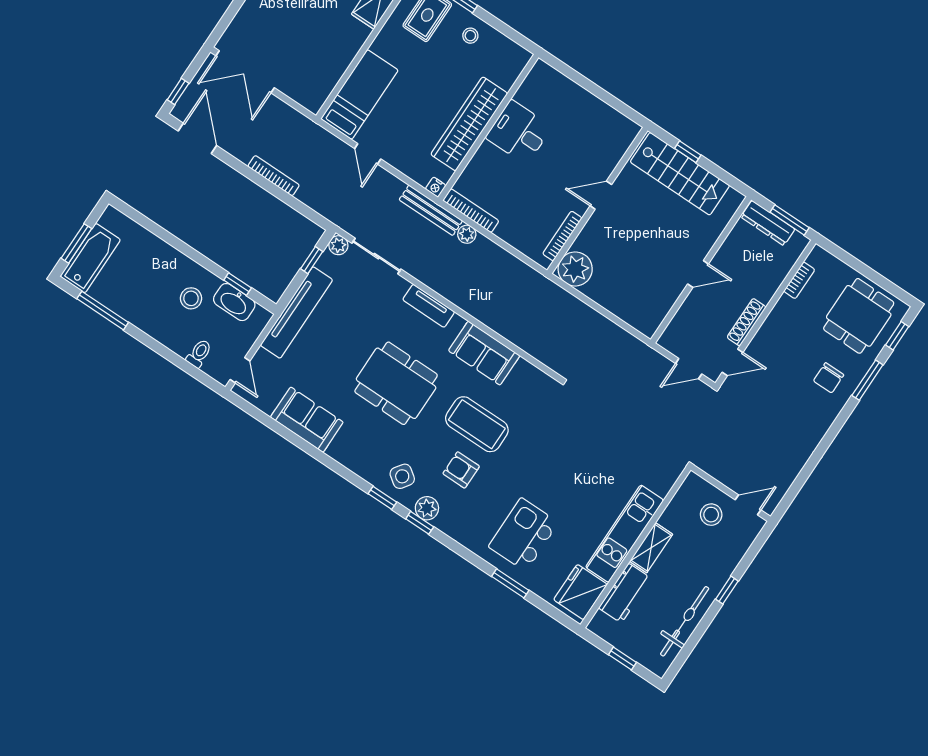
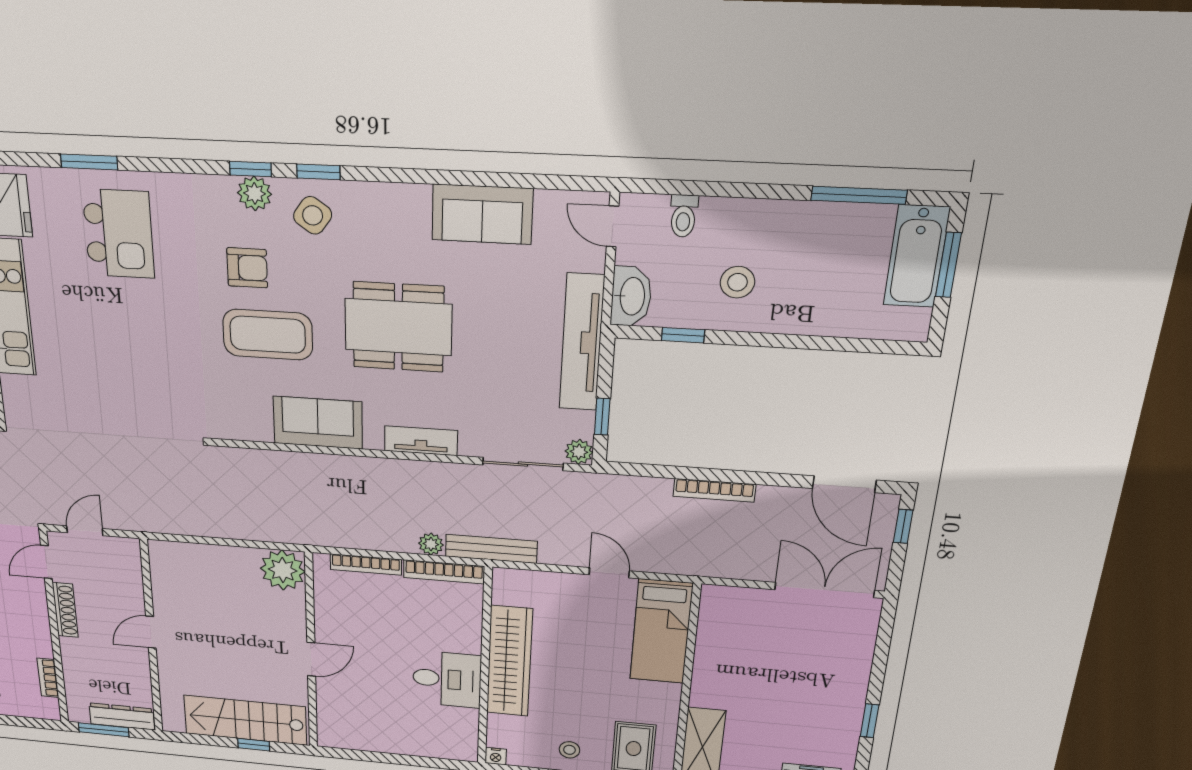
nightstand: (436, 187) -> (496, 756), moved, turned 180
bookcase: (562, 236) -> (366, 565), moved, turned 90
washbasin: (234, 302) -> (631, 296), moved, turned 90

